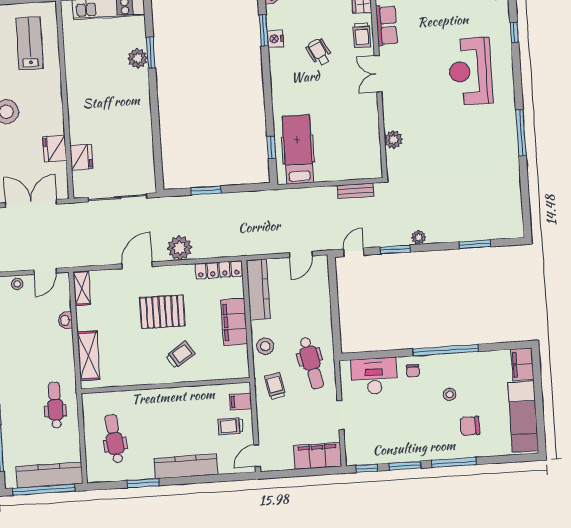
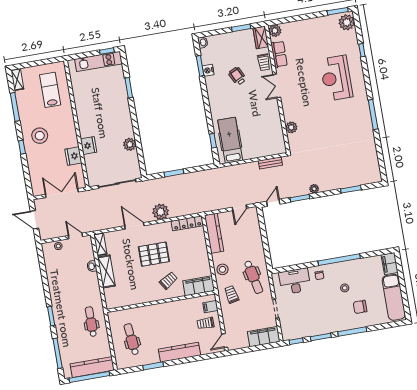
plant: (138, 58) -> (130, 144), moved
fridge: (81, 157) -> (89, 146), moved
door: (137, 265) -> (134, 226), hinge flipped
door: (45, 271) -> (75, 236), swing flipped
filing cabinet: (234, 322) -> (199, 286), moved, turned 90
shelving: (88, 356) -> (106, 271), moved

